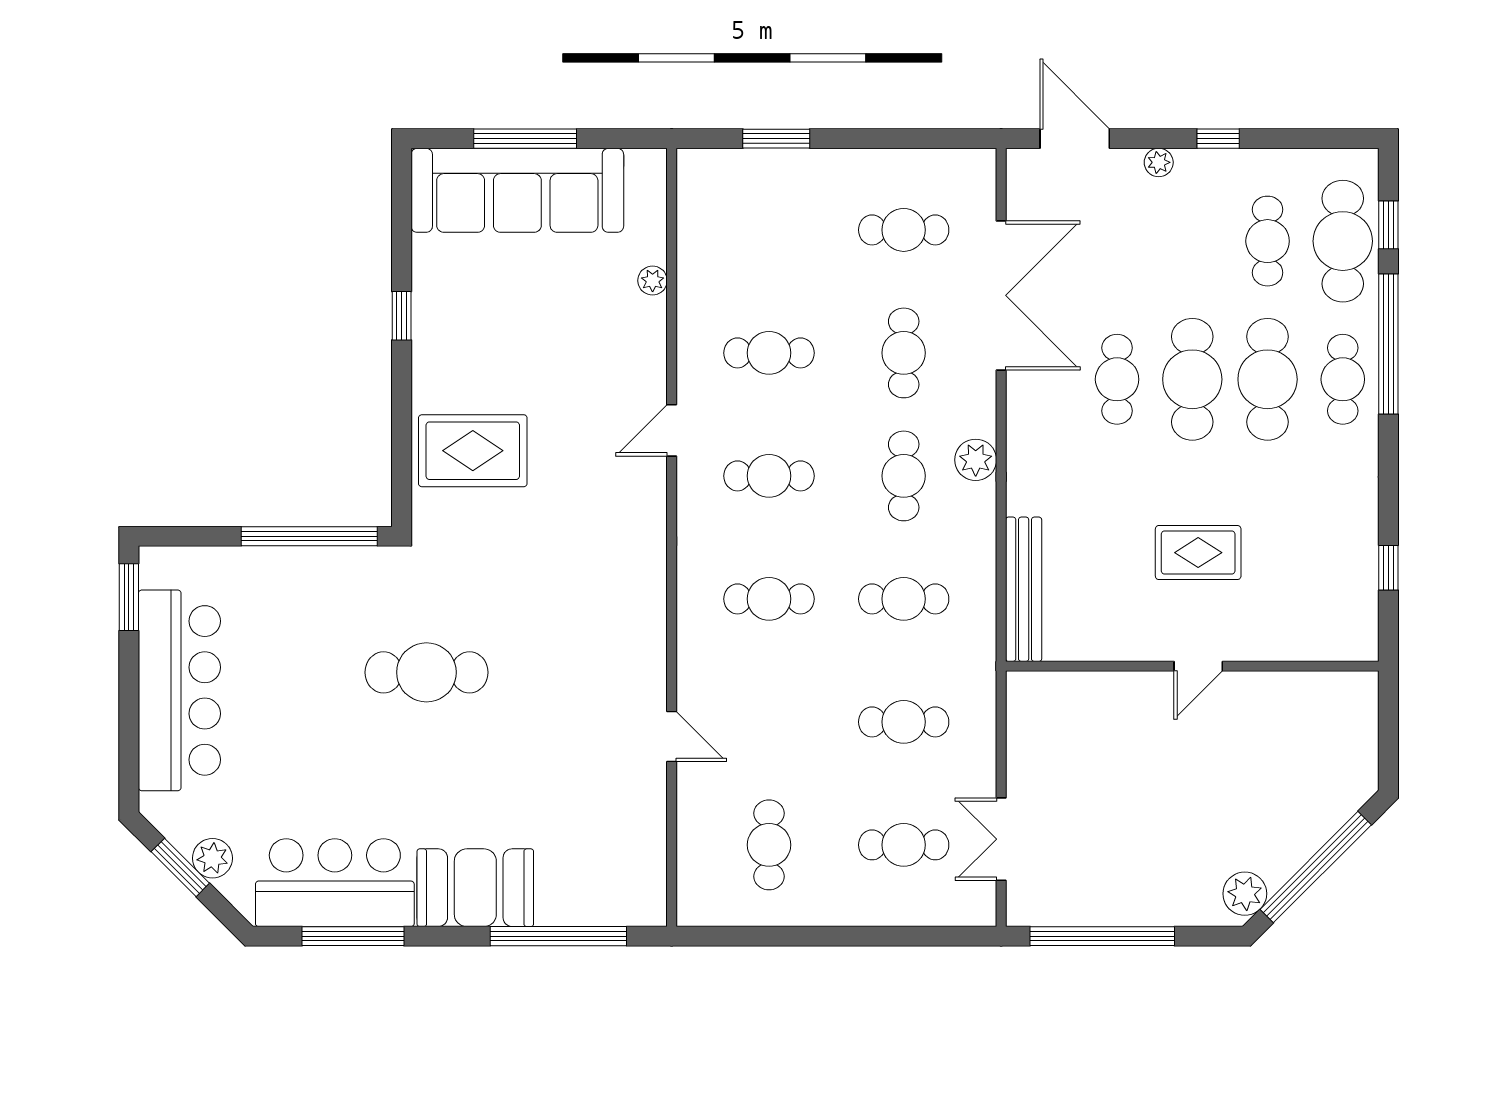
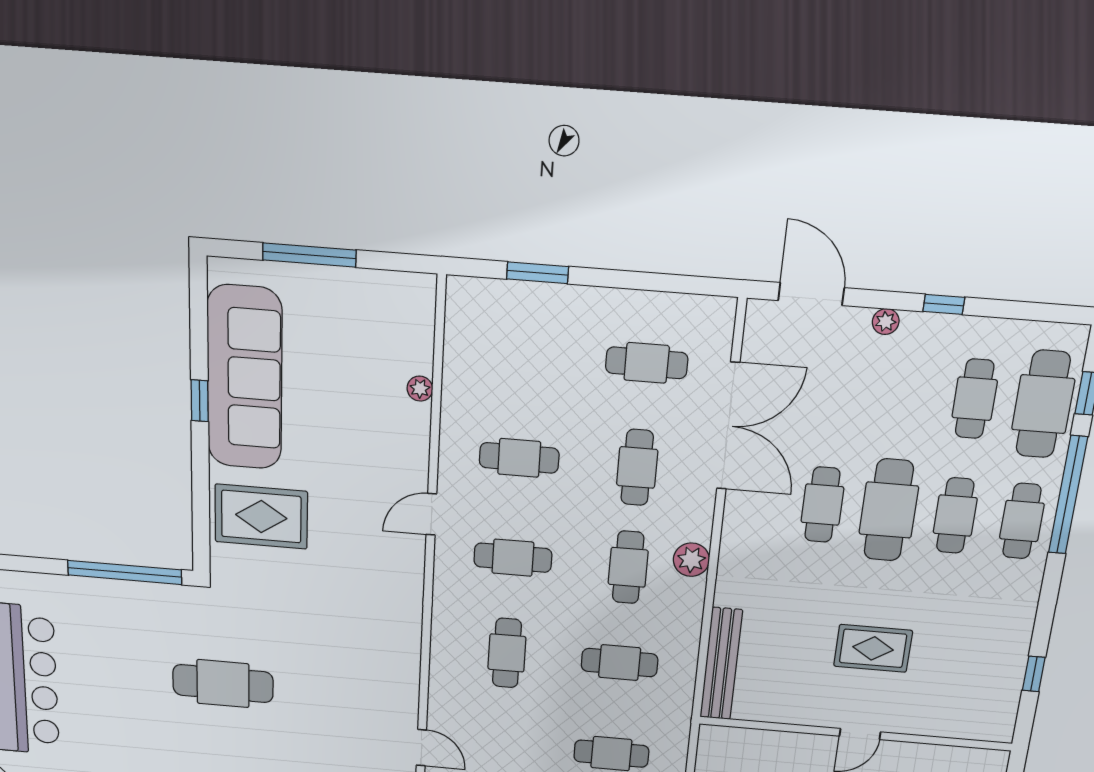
sofa: (517, 190) -> (245, 378), moved, turned -90
cafe table: (1268, 379) -> (955, 516), width x0.73, depth x0.74
cafe table: (769, 599) -> (507, 653), turned 90

